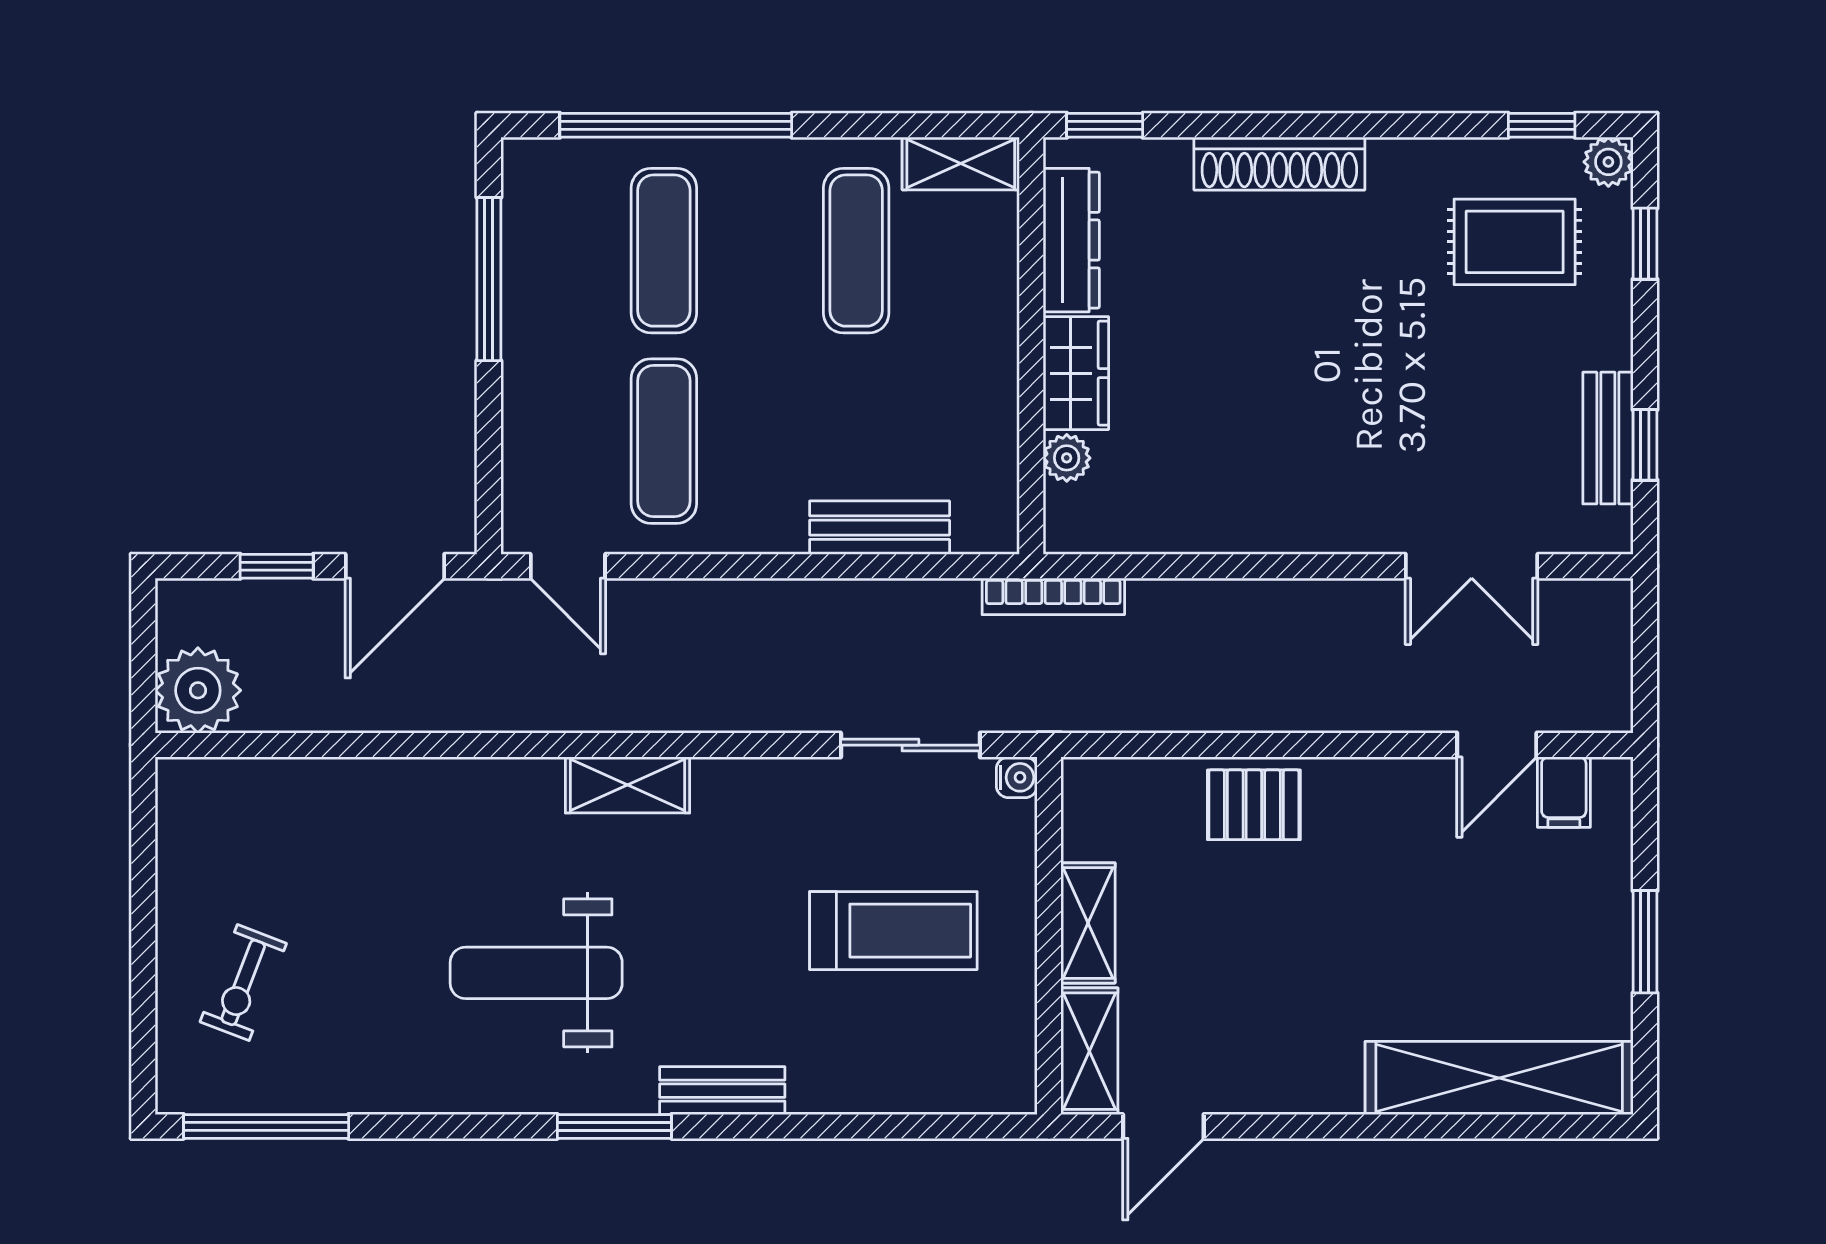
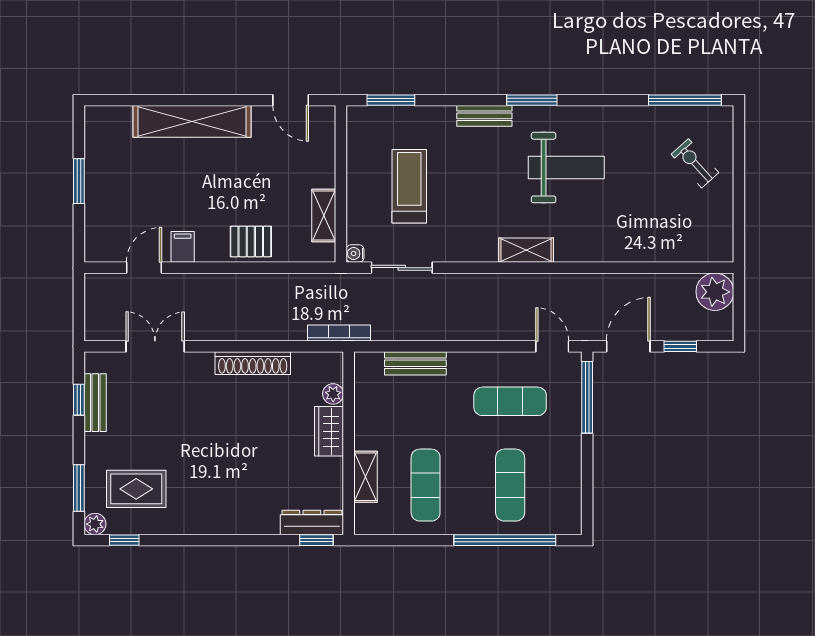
shelving: (961, 164) -> (365, 477), moved, turned 90
shoe rack: (1279, 164) -> (253, 363), moved, turned 180
dresser: (1071, 240) -> (312, 523), moved, turned 90
window: (1645, 244) -> (79, 488), width x1.50
window: (489, 279) -> (587, 397), moved
exercise mat: (664, 441) -> (510, 401), turned 90
filing cabinet: (1564, 792) -> (183, 247), moved
shelving: (1088, 923) -> (324, 216), moved
treadmill: (893, 931) -> (409, 186), turned 90
exercise bike: (243, 983) -> (695, 163), turned -63
shelving: (1089, 1051) -> (323, 133), removed
shelving: (1499, 1078) -> (192, 121), moved
window: (935, 1126) -> (391, 100), added
door: (1163, 1126) -> (291, 100), swing flipped

